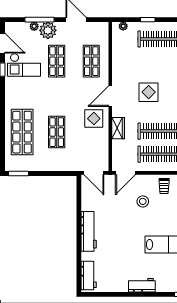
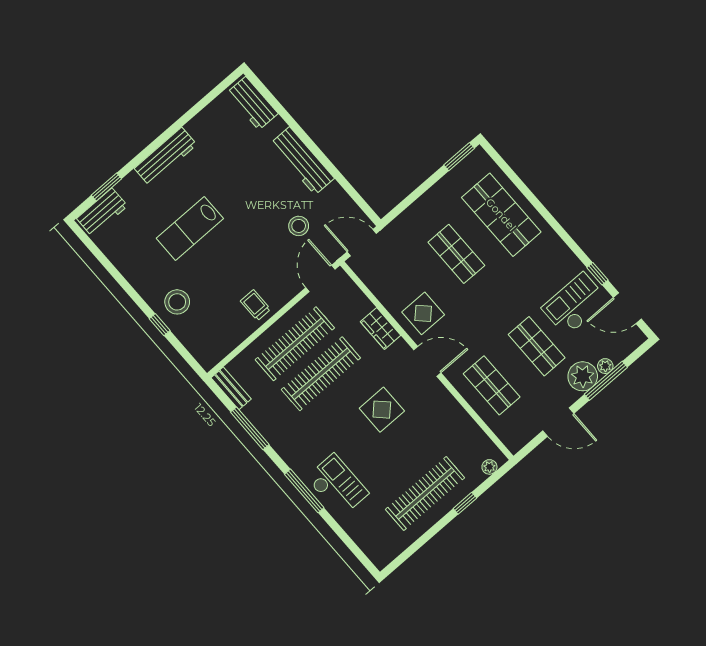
door: (110, 96) -> (427, 361), hinge flipped
stool: (143, 201) -> (299, 226), moved
workbench: (142, 285) -> (166, 157), width x1.38

